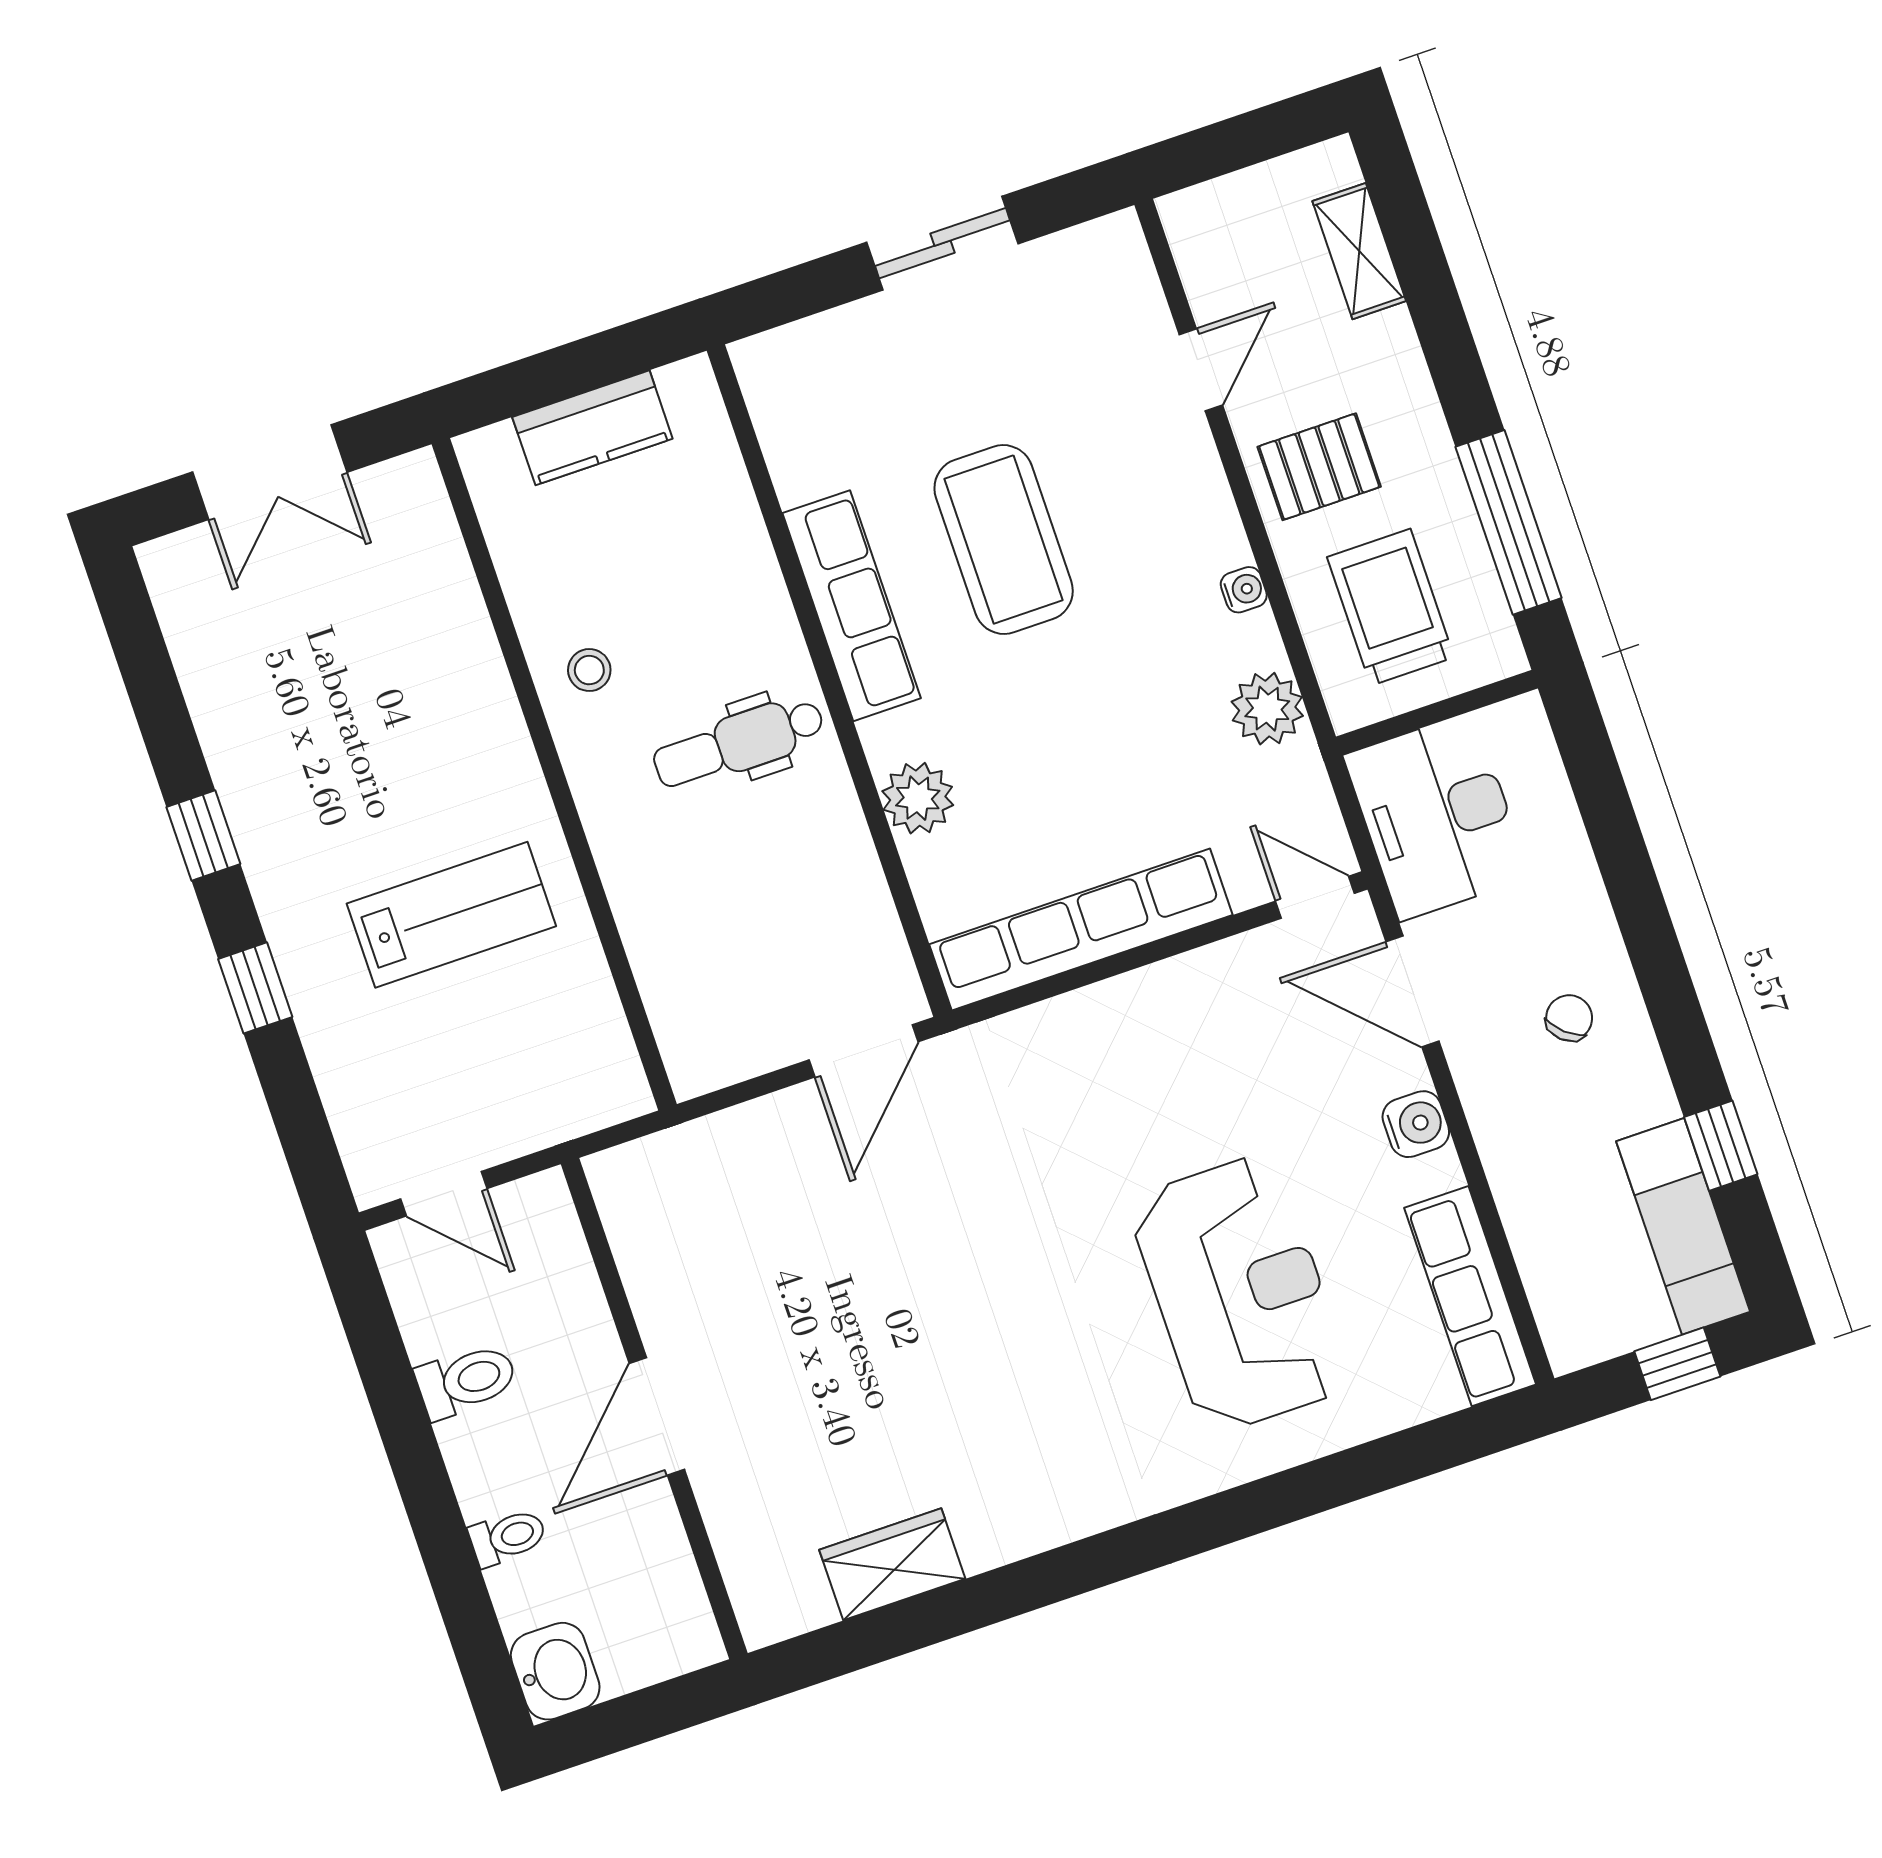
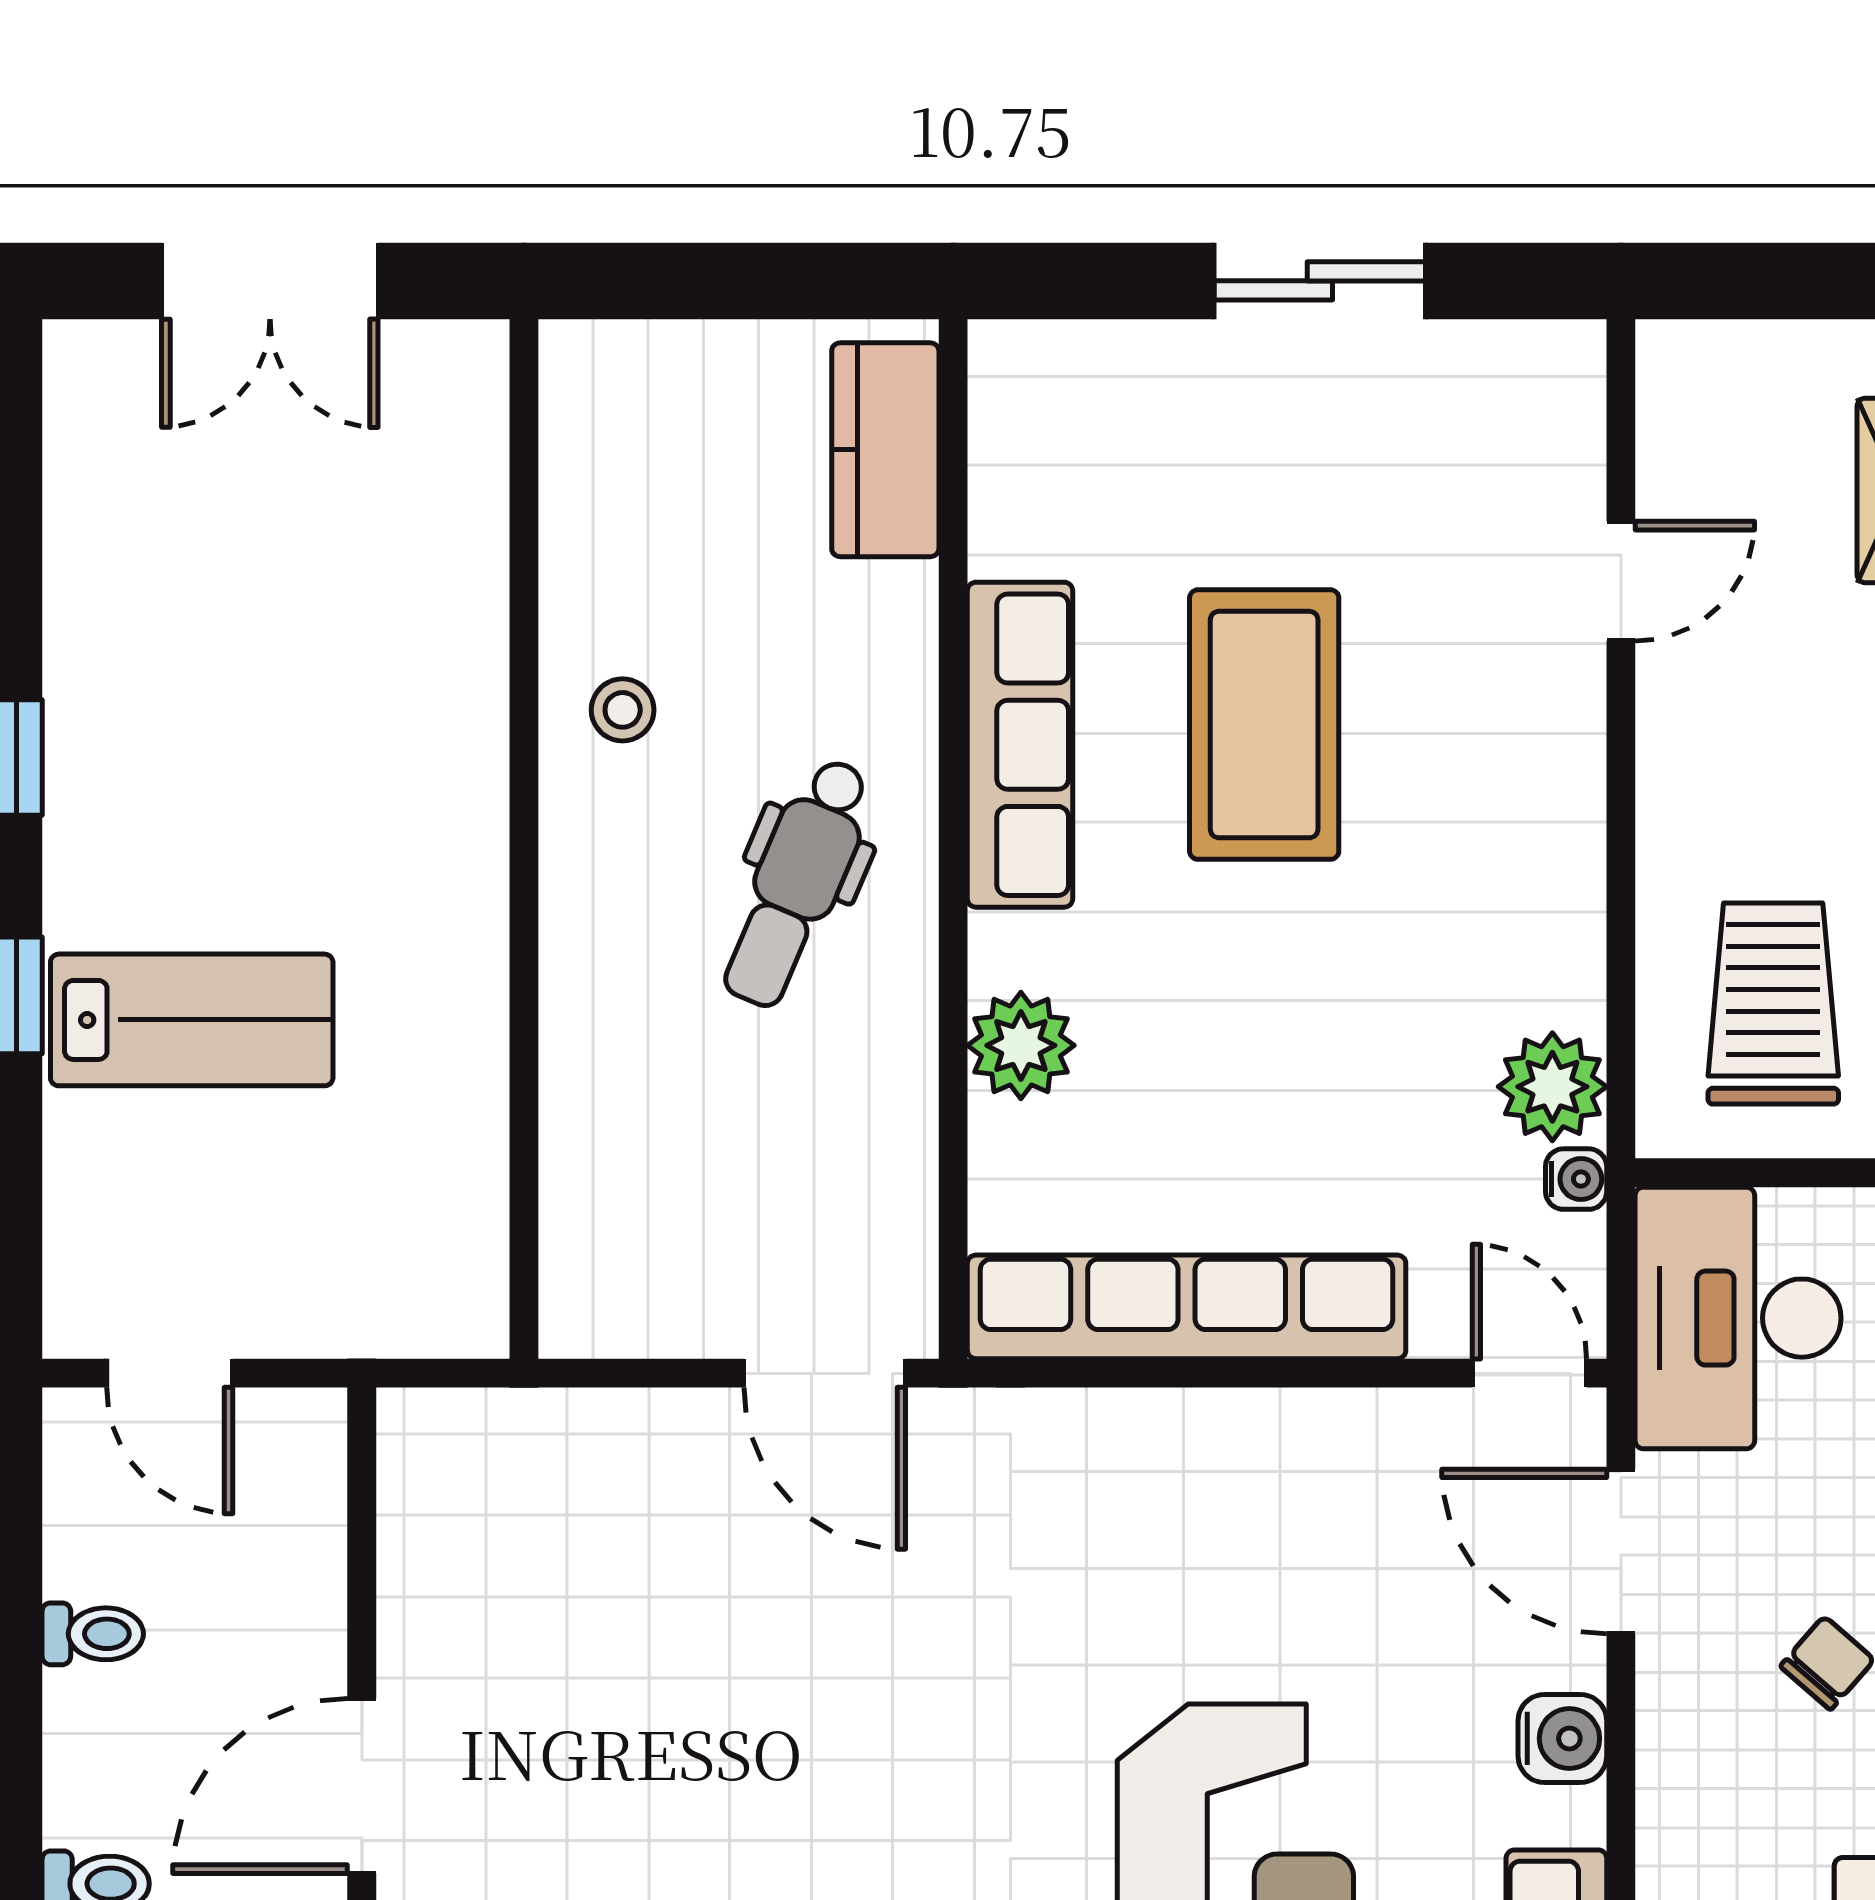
kitchen counter: (592, 428) -> (885, 450), moved, turned 90
pallet: (1319, 467) -> (1740, 773), removed
water cooler: (1244, 590) -> (1576, 1179), moved
dental chair: (739, 743) -> (797, 883), turned -67
lab bench: (451, 915) -> (192, 1020), moved
door: (864, 1051) -> (825, 1373), hinge flipped
toilet: (466, 1381) -> (93, 1634), width x0.73, depth x0.72

